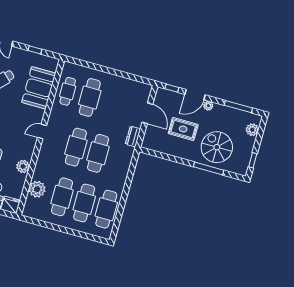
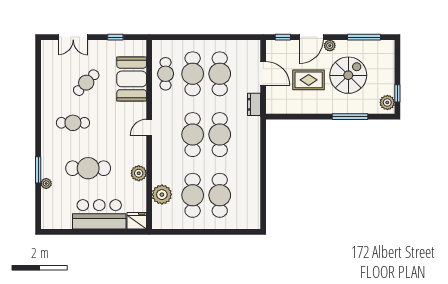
plant: (252, 130) -> (387, 102), moved
spiral stairs: (217, 147) -> (348, 75), moved, turned 90
cafe table: (106, 209) -> (220, 74), moved

